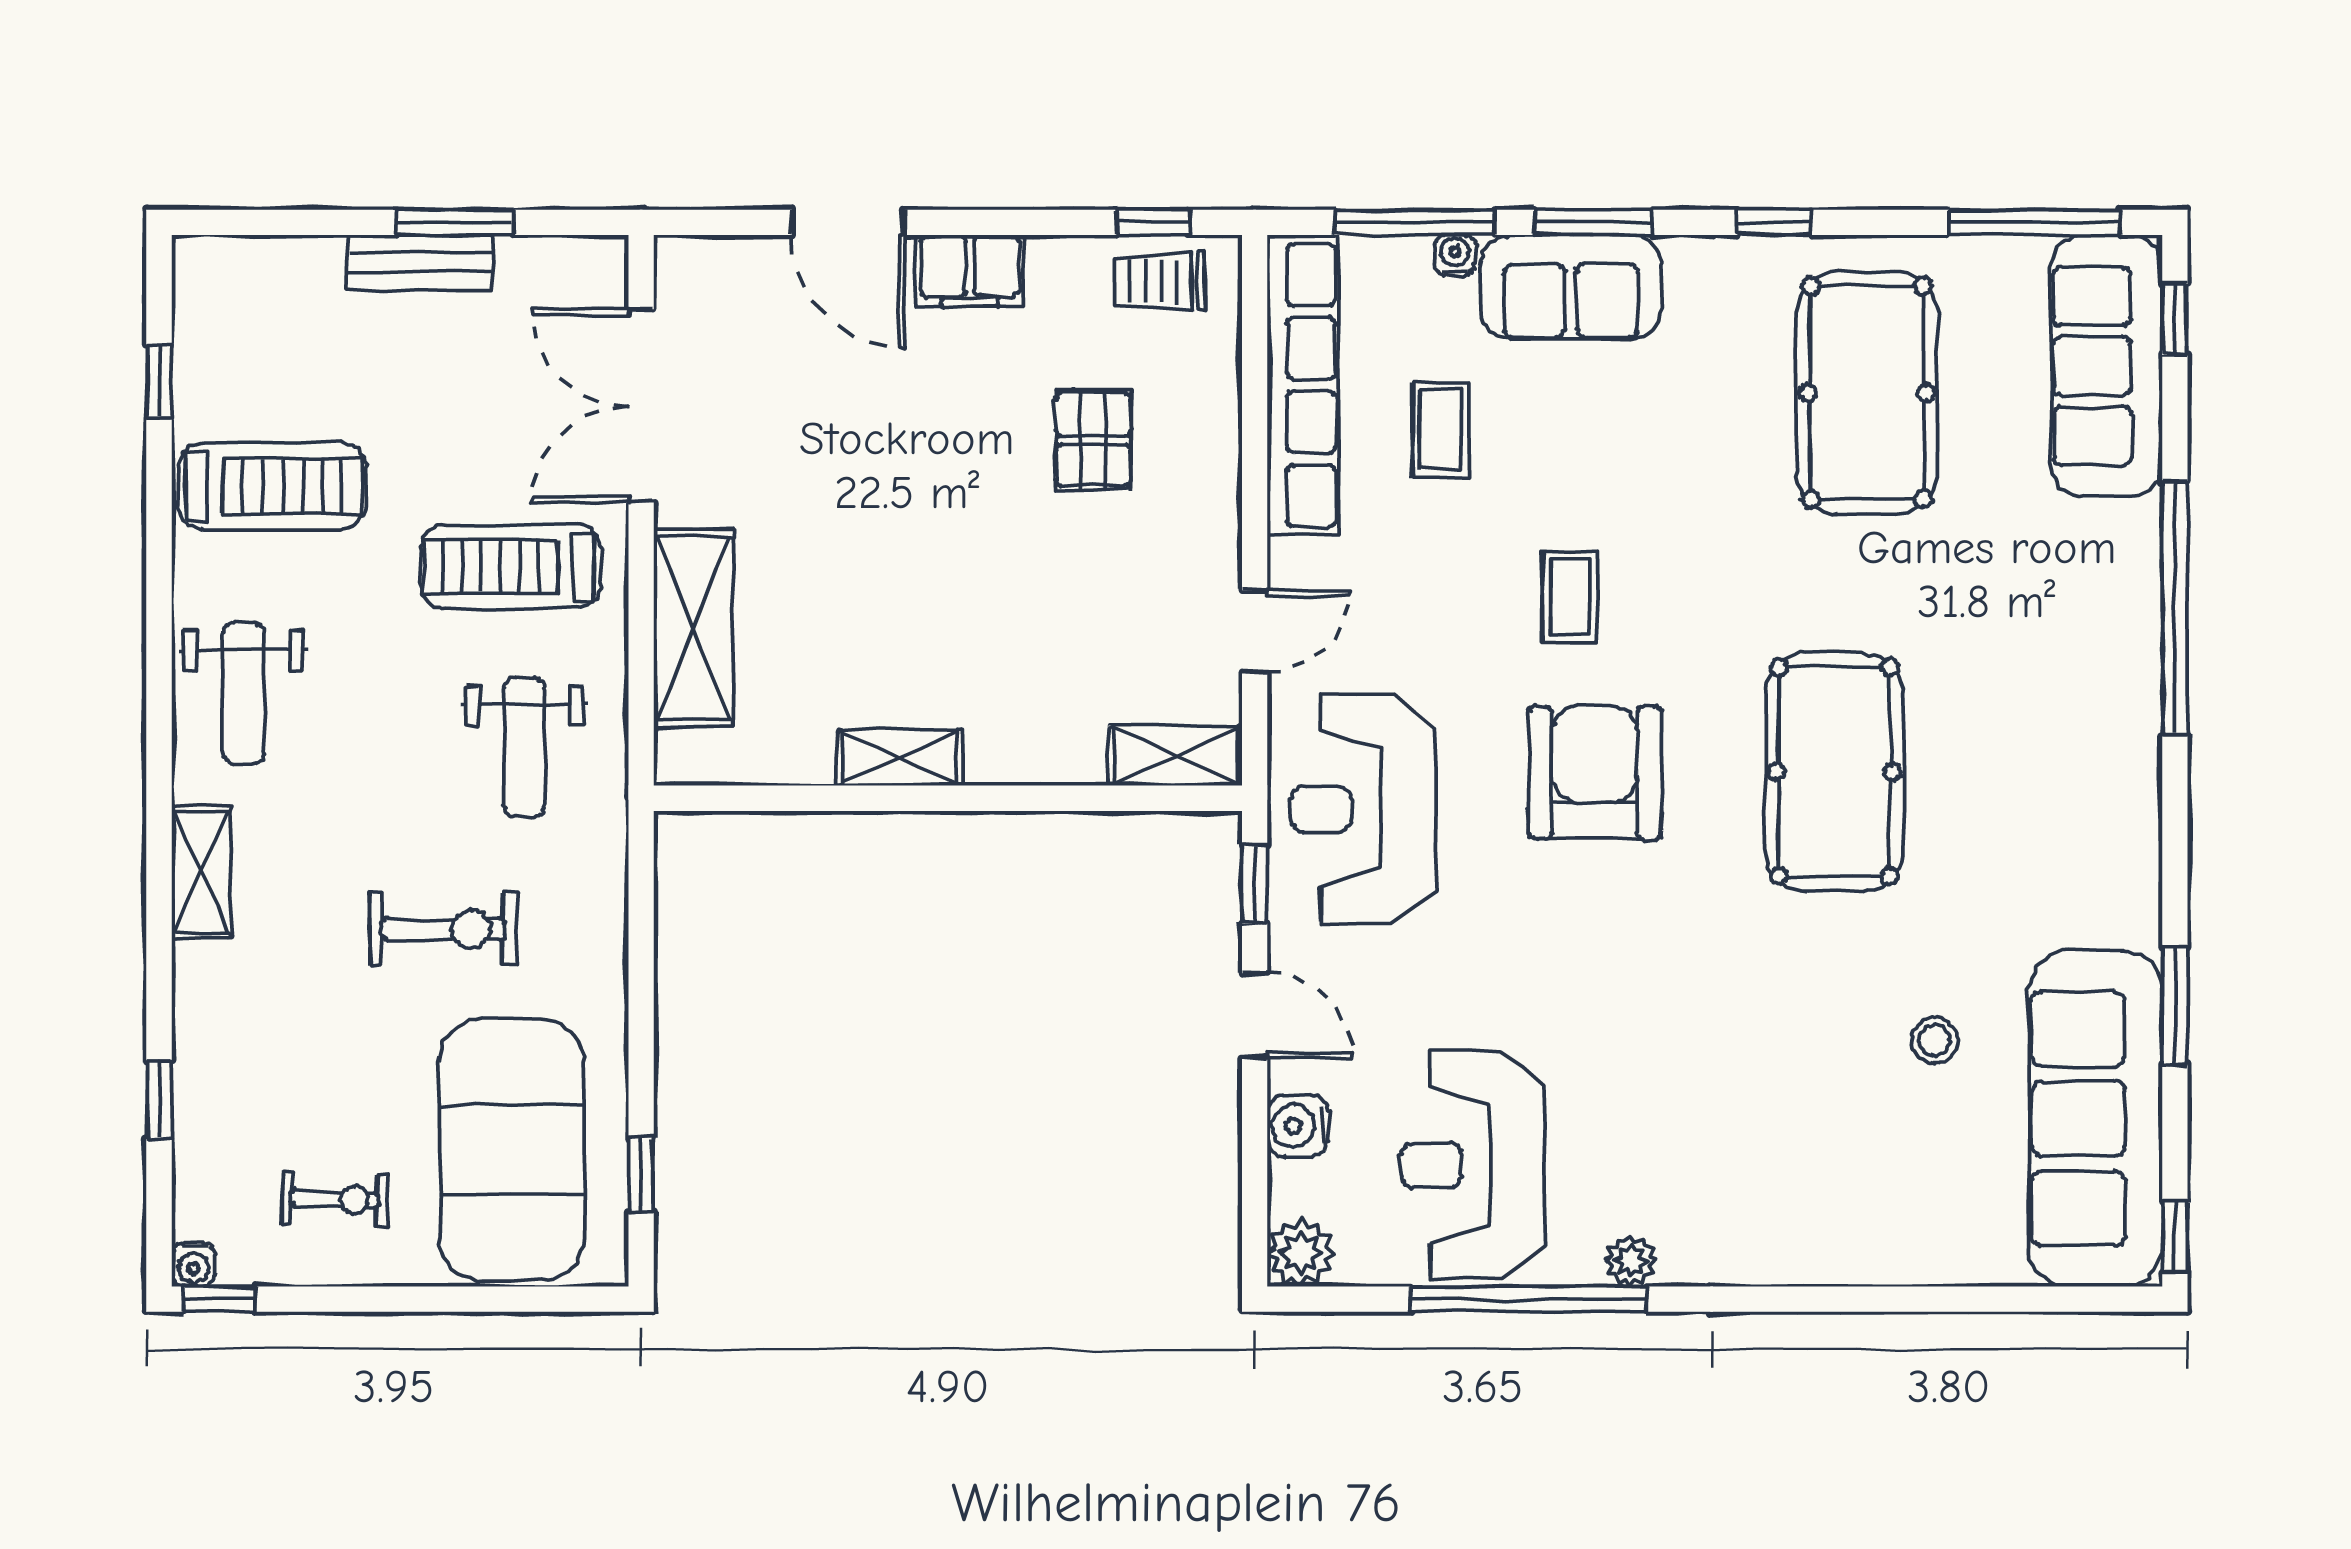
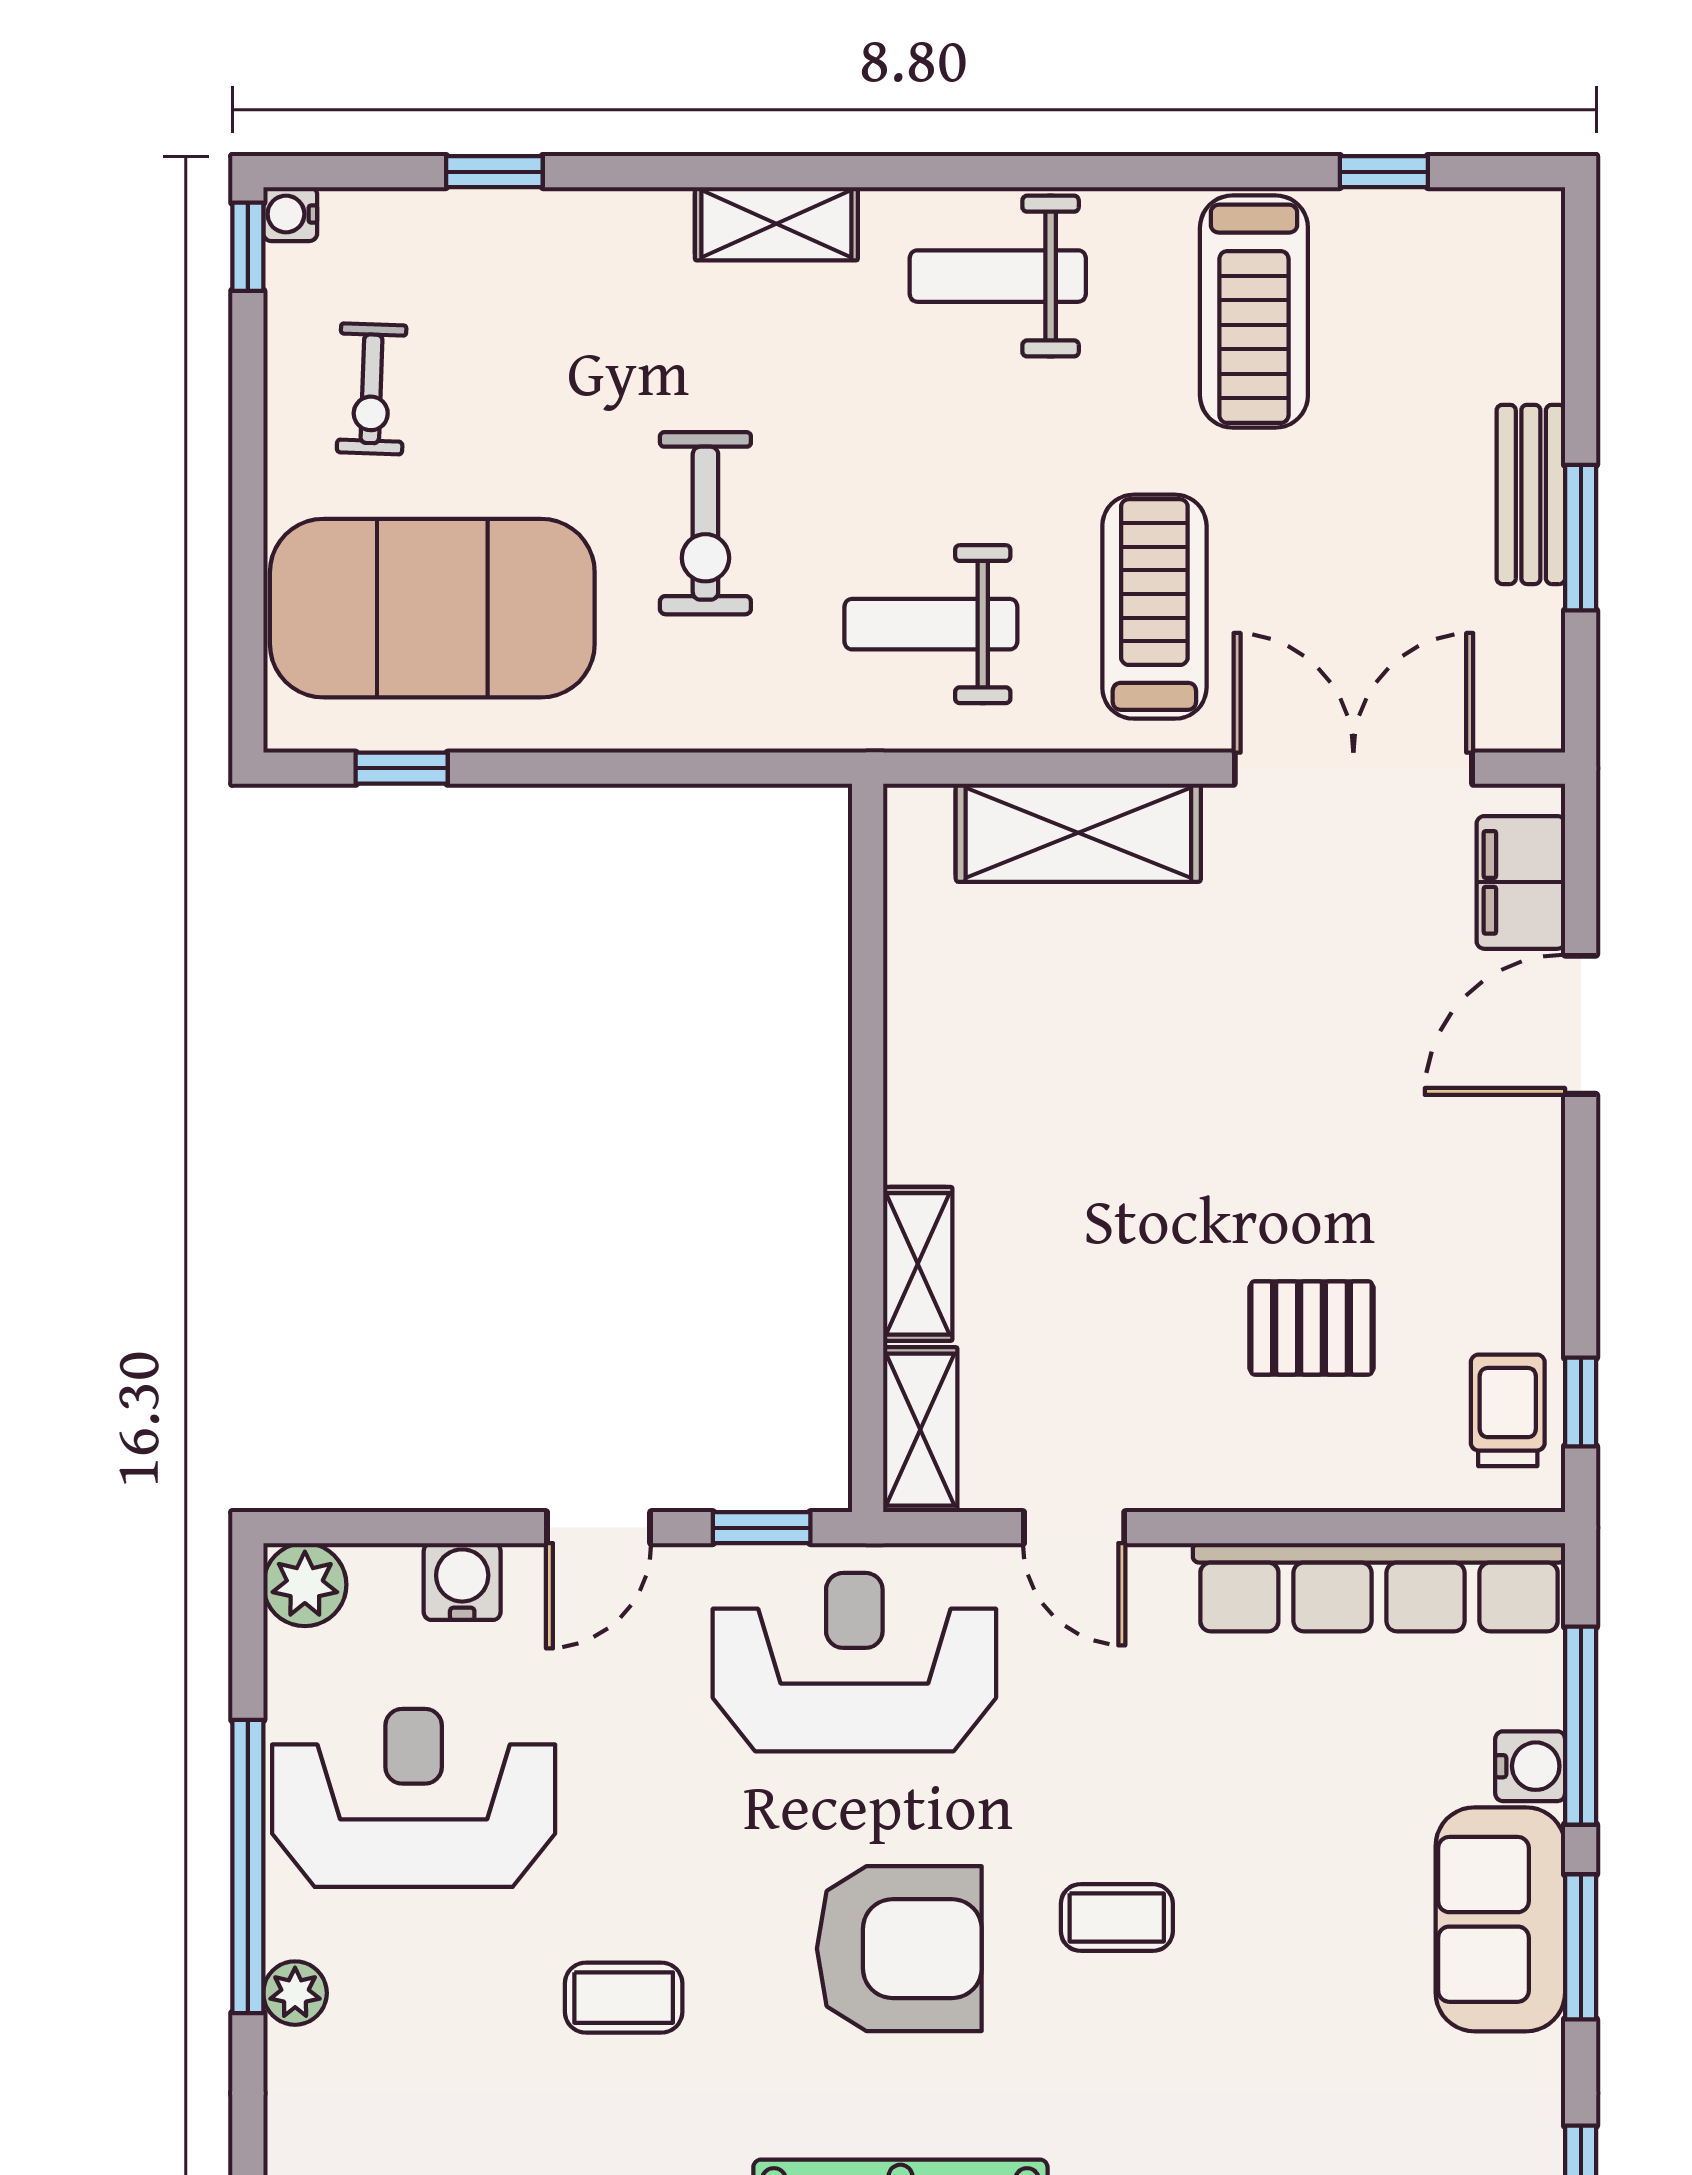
water cooler: (1455, 255) -> (1530, 1766), width x1.38, depth x1.38
filing cabinet: (970, 271) -> (1521, 882), moved
coffee table: (1441, 430) -> (624, 1998), moved
shelving: (899, 758) -> (918, 1264), moved

